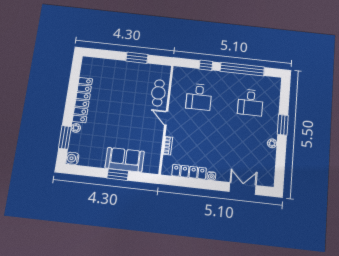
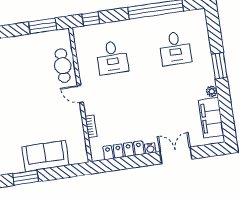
window: (137, 58) -> (43, 26), moved
window: (206, 65) -> (91, 19), moved
filing cabinet: (267, 164) -> (211, 118), added
window: (118, 175) -> (25, 178), moved
double door: (243, 189) -> (176, 155), moved

